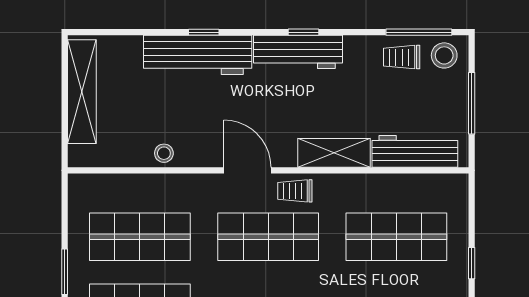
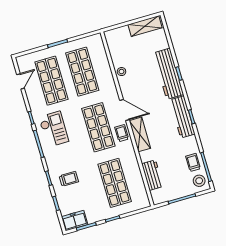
shelving: (82, 92) -> (145, 26), width x0.68
workbench: (415, 151) -> (152, 175), width x0.73
shelving: (334, 153) -> (140, 134), moved
door: (247, 170) -> (125, 110), hinge flipped

